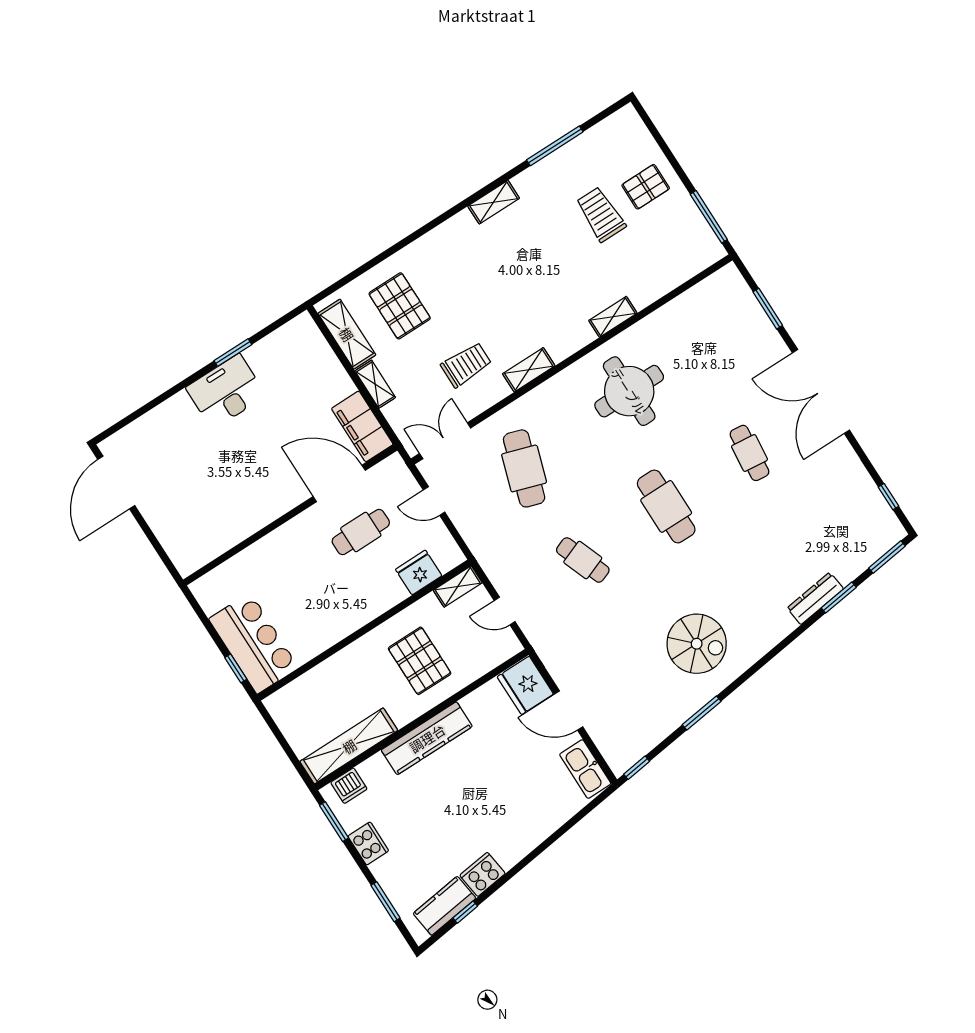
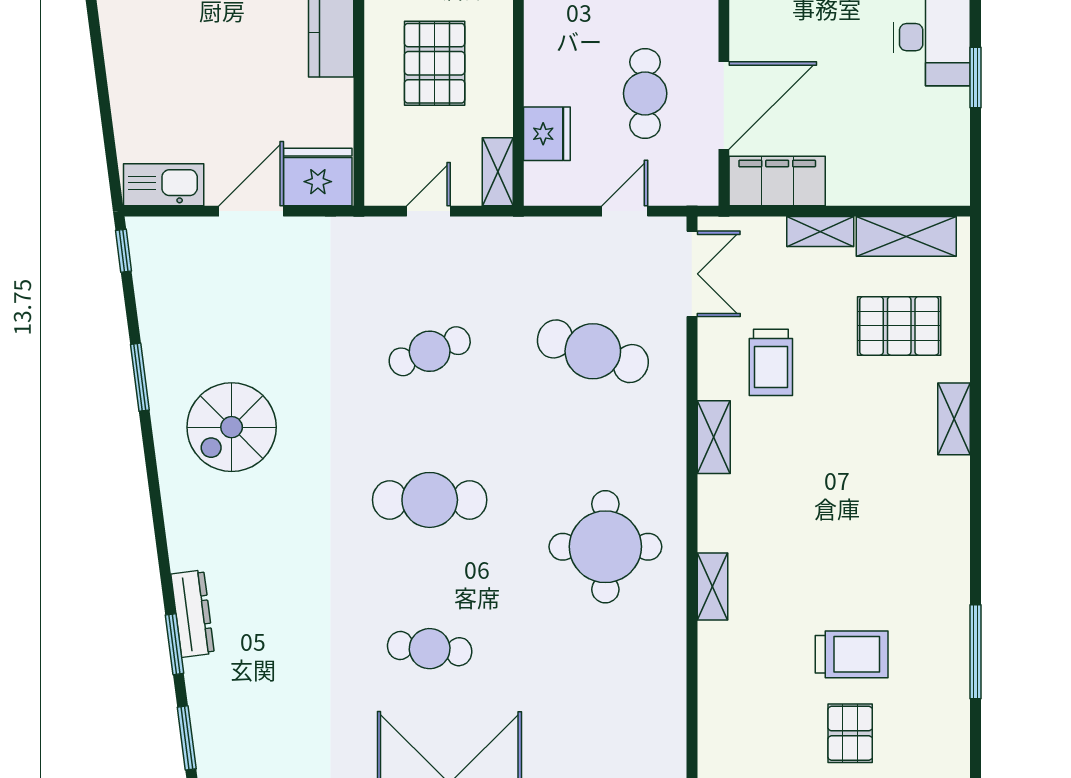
shelving: (494, 202) -> (954, 419), moved
pallet: (420, 661) -> (435, 63), turned 90

